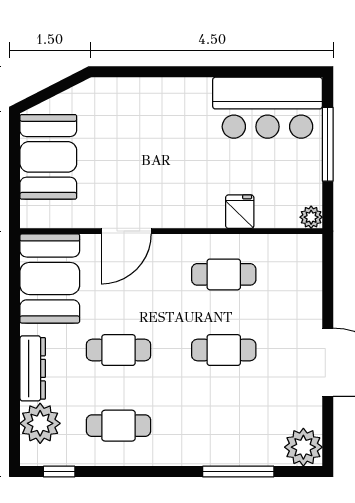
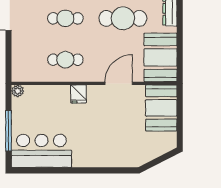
booth: (48, 157) -> (161, 108), moved
fridge: (240, 212) -> (78, 94), moved
cafe table: (119, 350) -> (123, 18), width x1.37, depth x1.35

